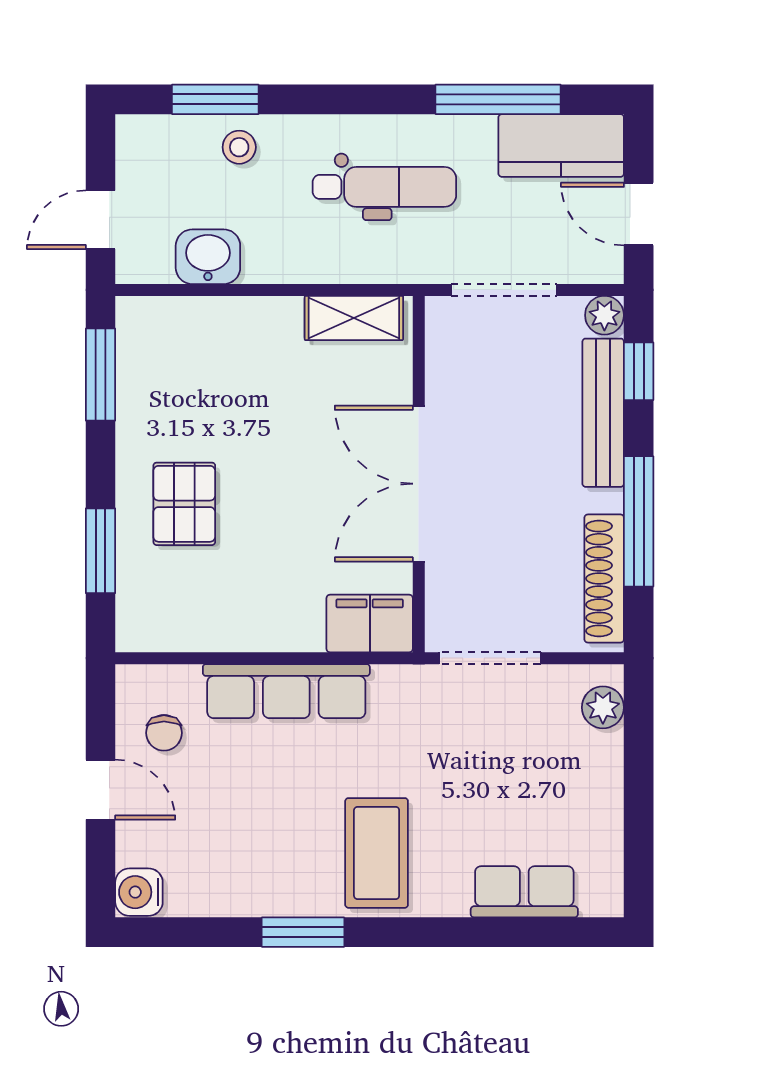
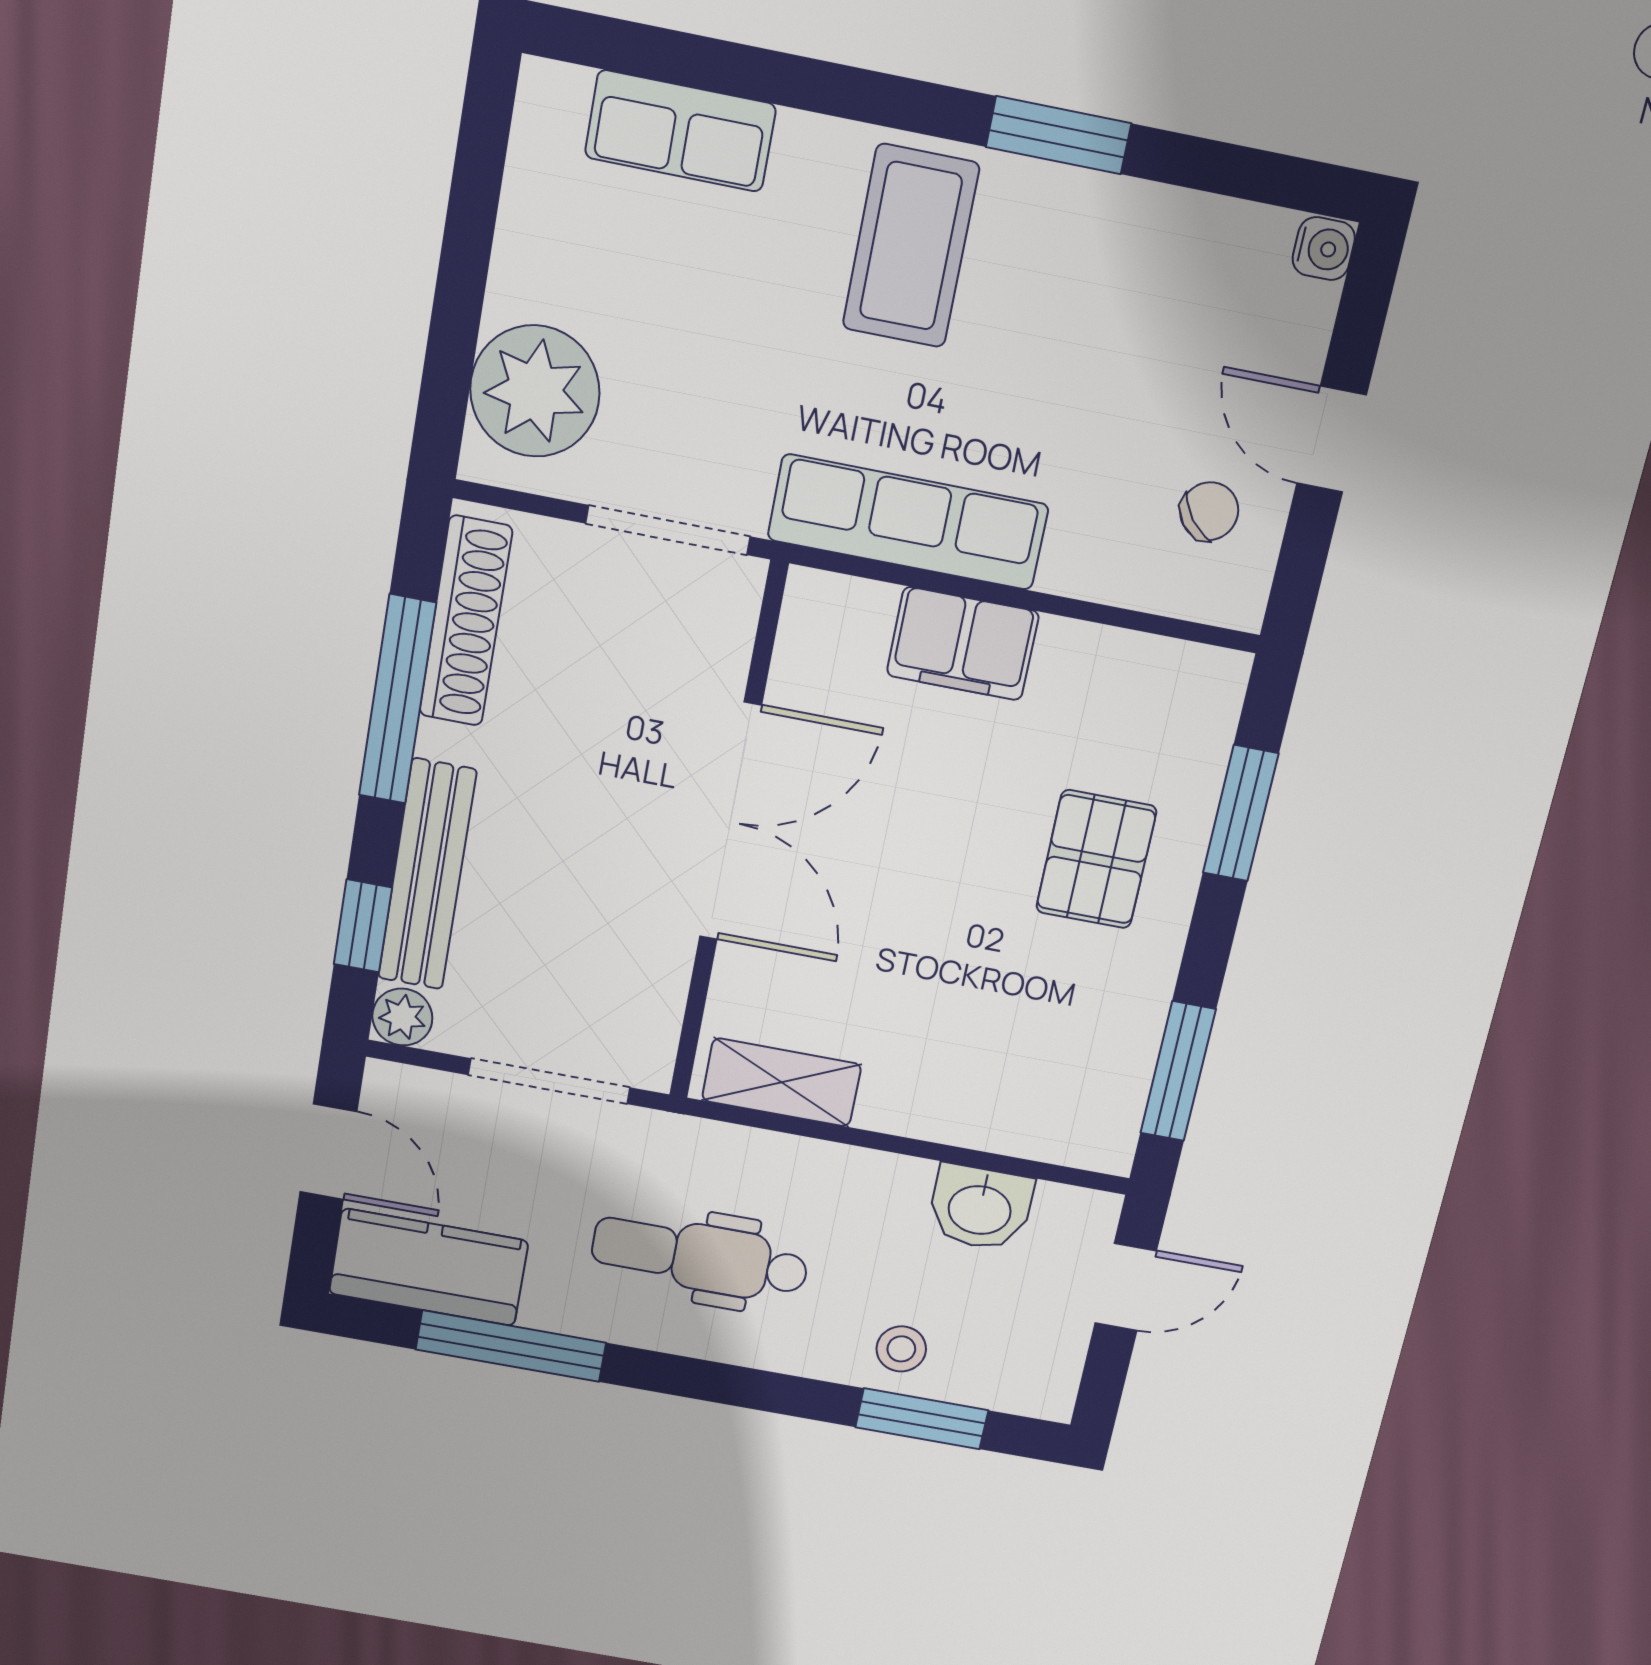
filing cabinet: (370, 624) -> (963, 644), moved
row of seats: (286, 691) -> (908, 522), moved
plant: (603, 707) -> (535, 391), width x1.88, depth x1.88
chair: (164, 733) -> (1209, 511), turned 51
water cooler: (139, 892) -> (1324, 249), width x0.72, depth x0.72

